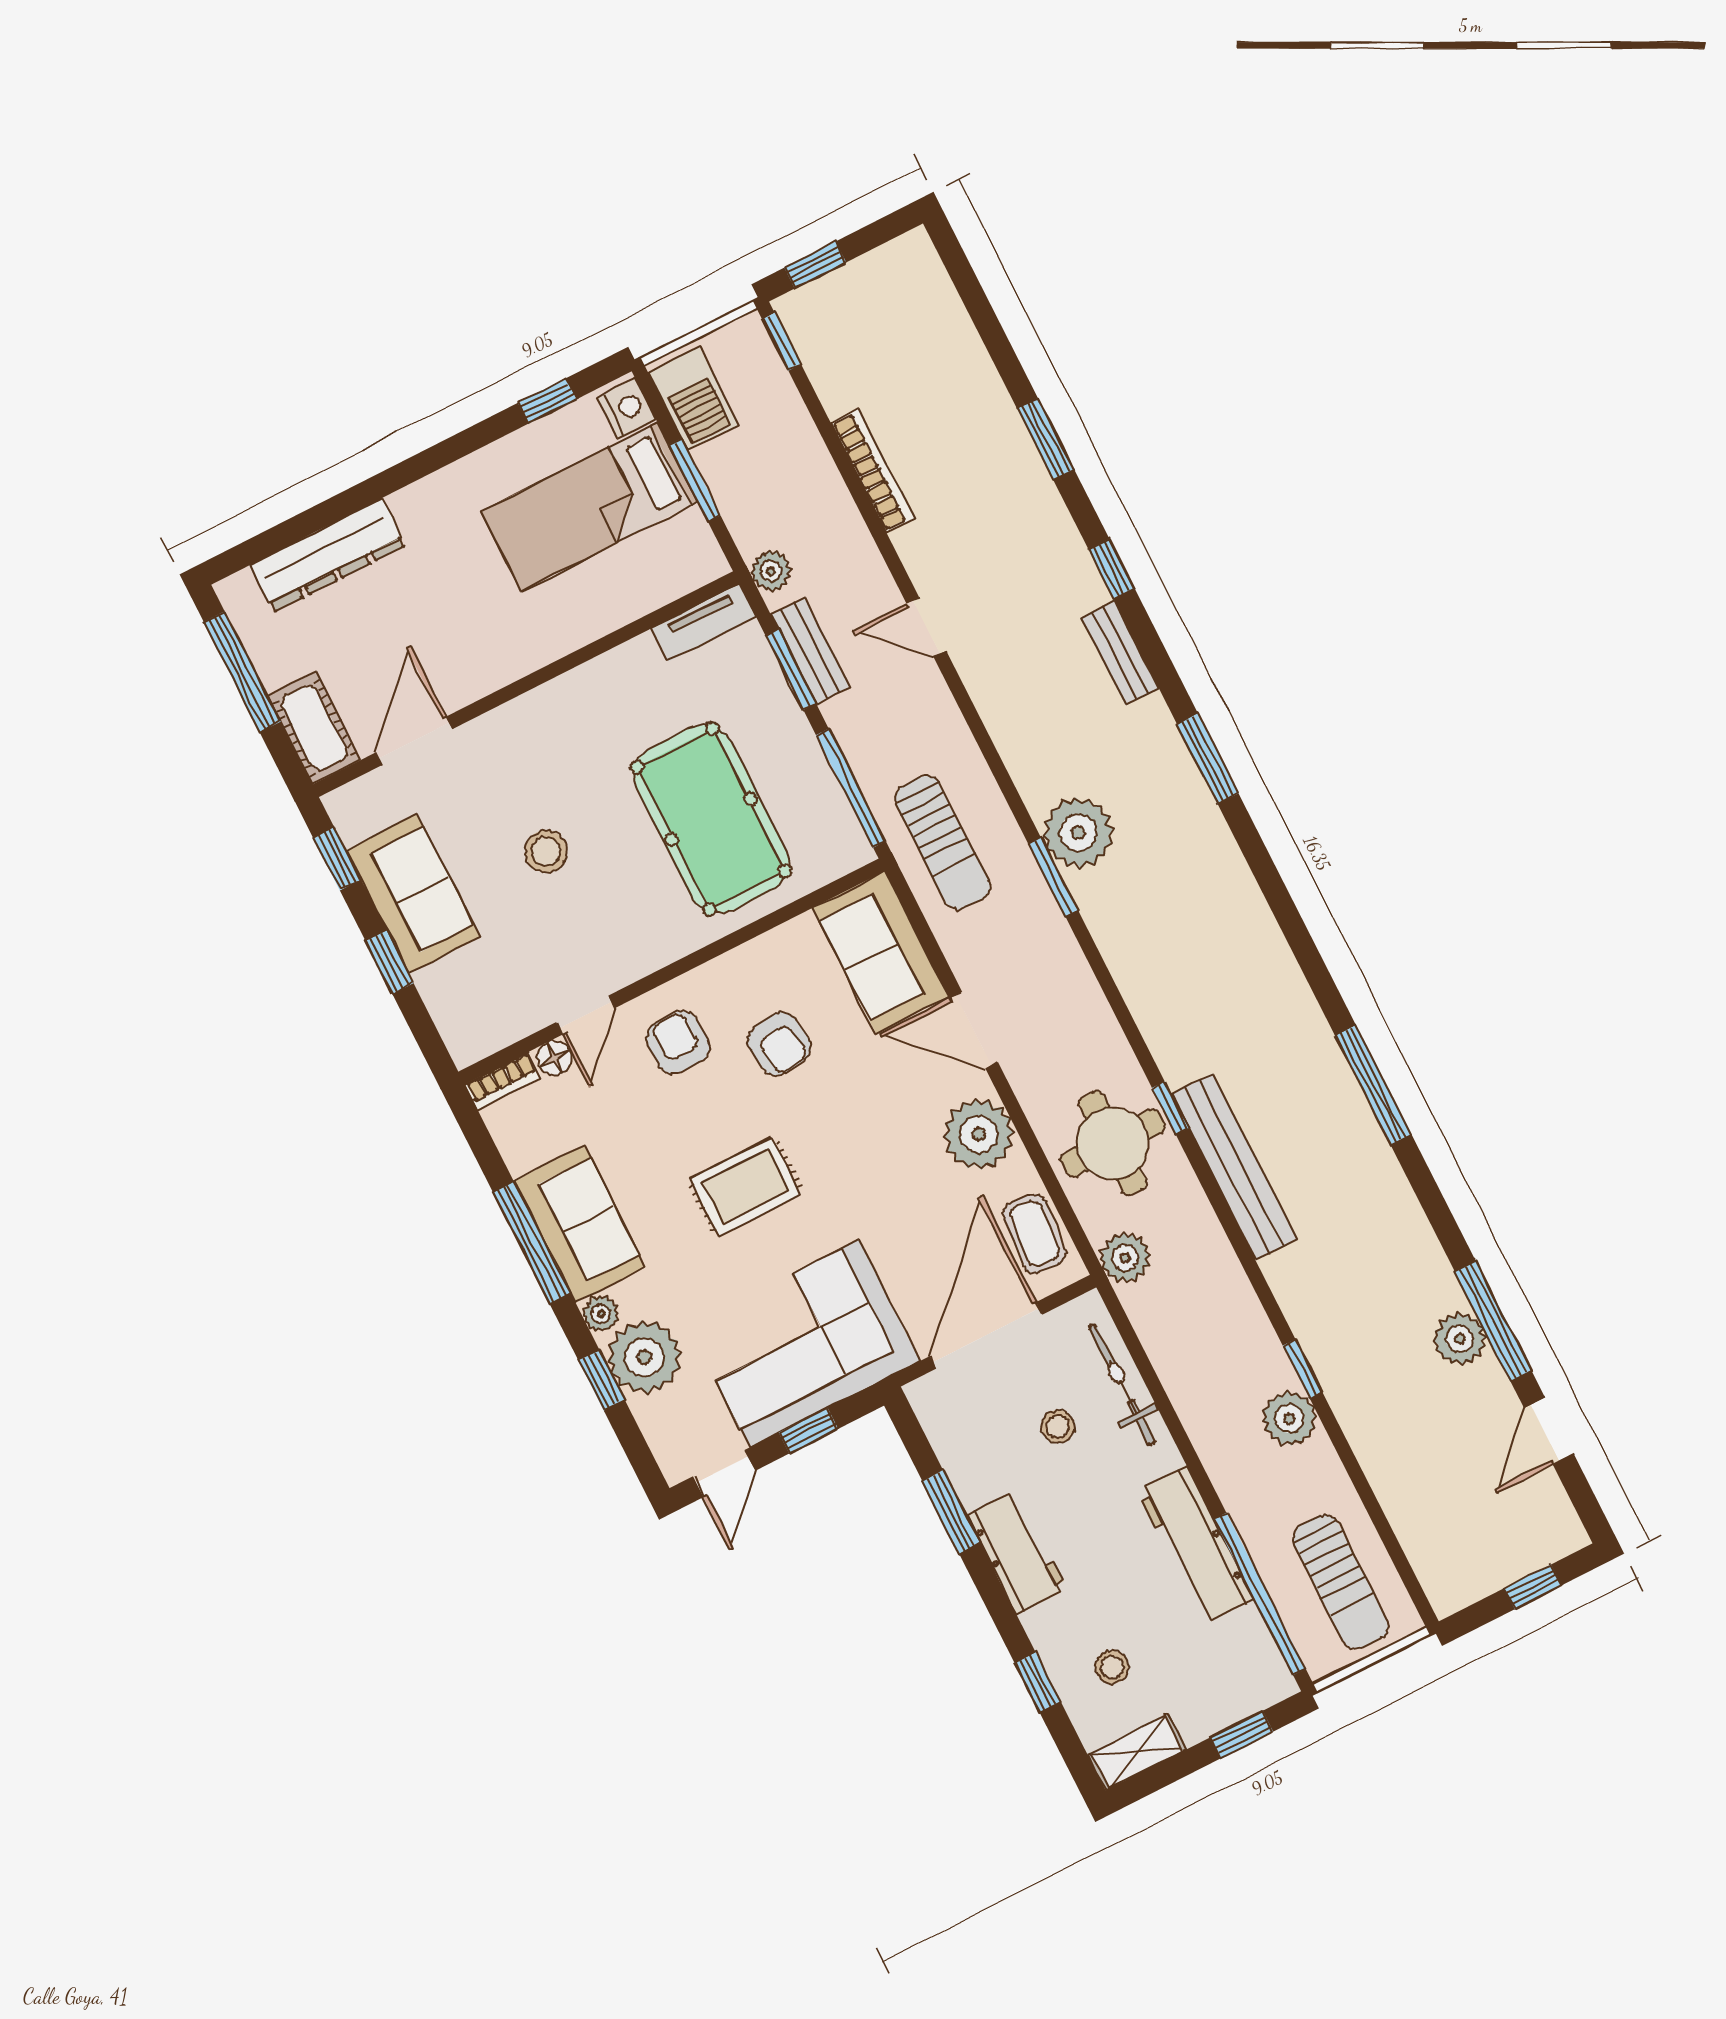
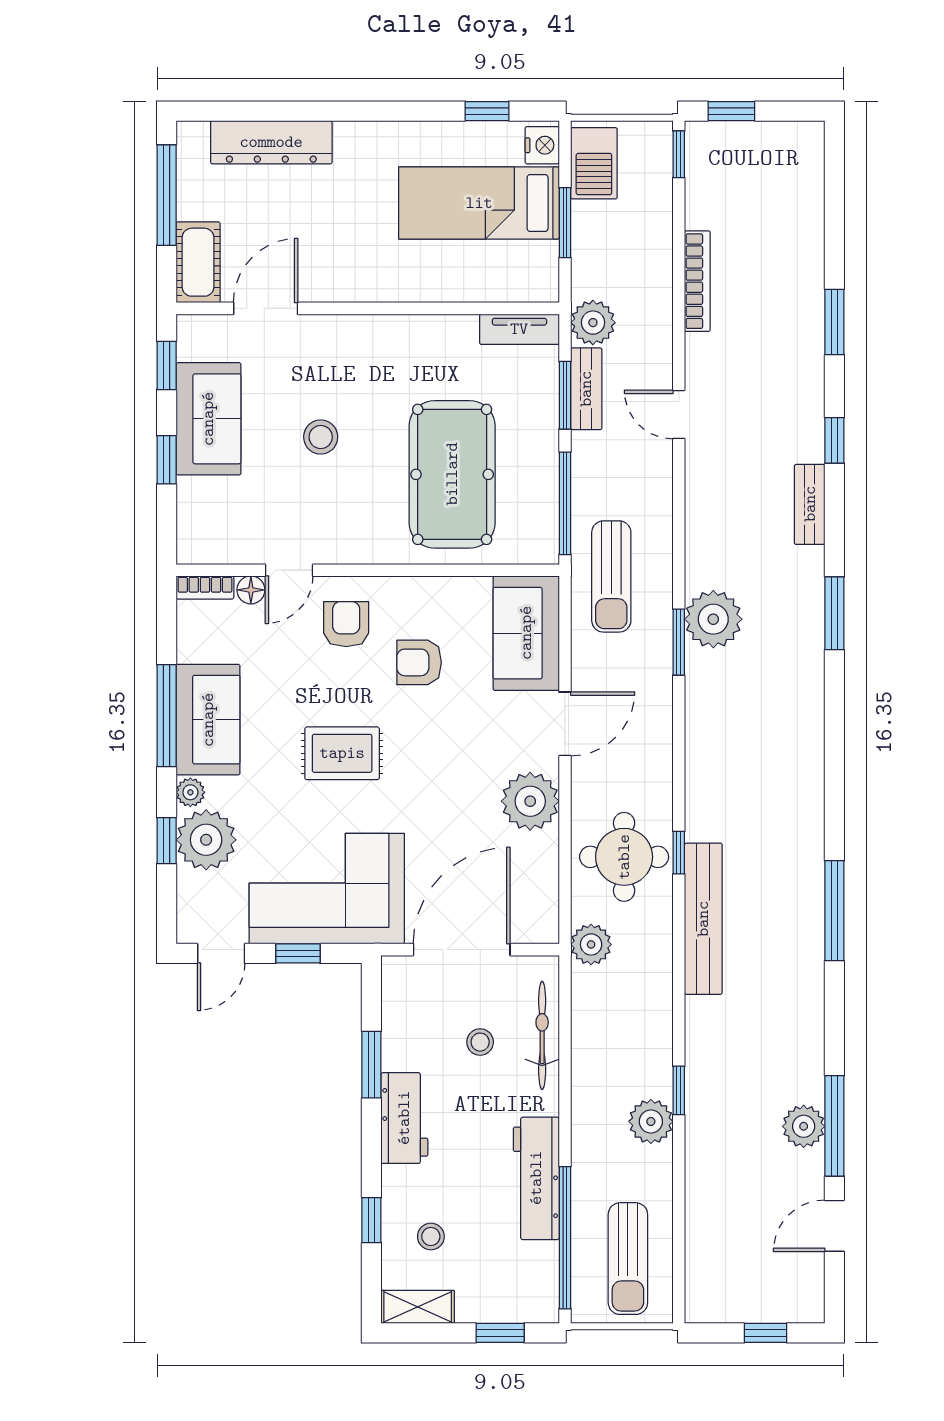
plant: (771, 571) -> (593, 323), width x1.38, depth x1.38
door: (974, 1030) -> (565, 724), swing flipped
armchair: (779, 1044) -> (419, 662), turned 97
coffee table: (1035, 1234) -> (534, 894), removed

